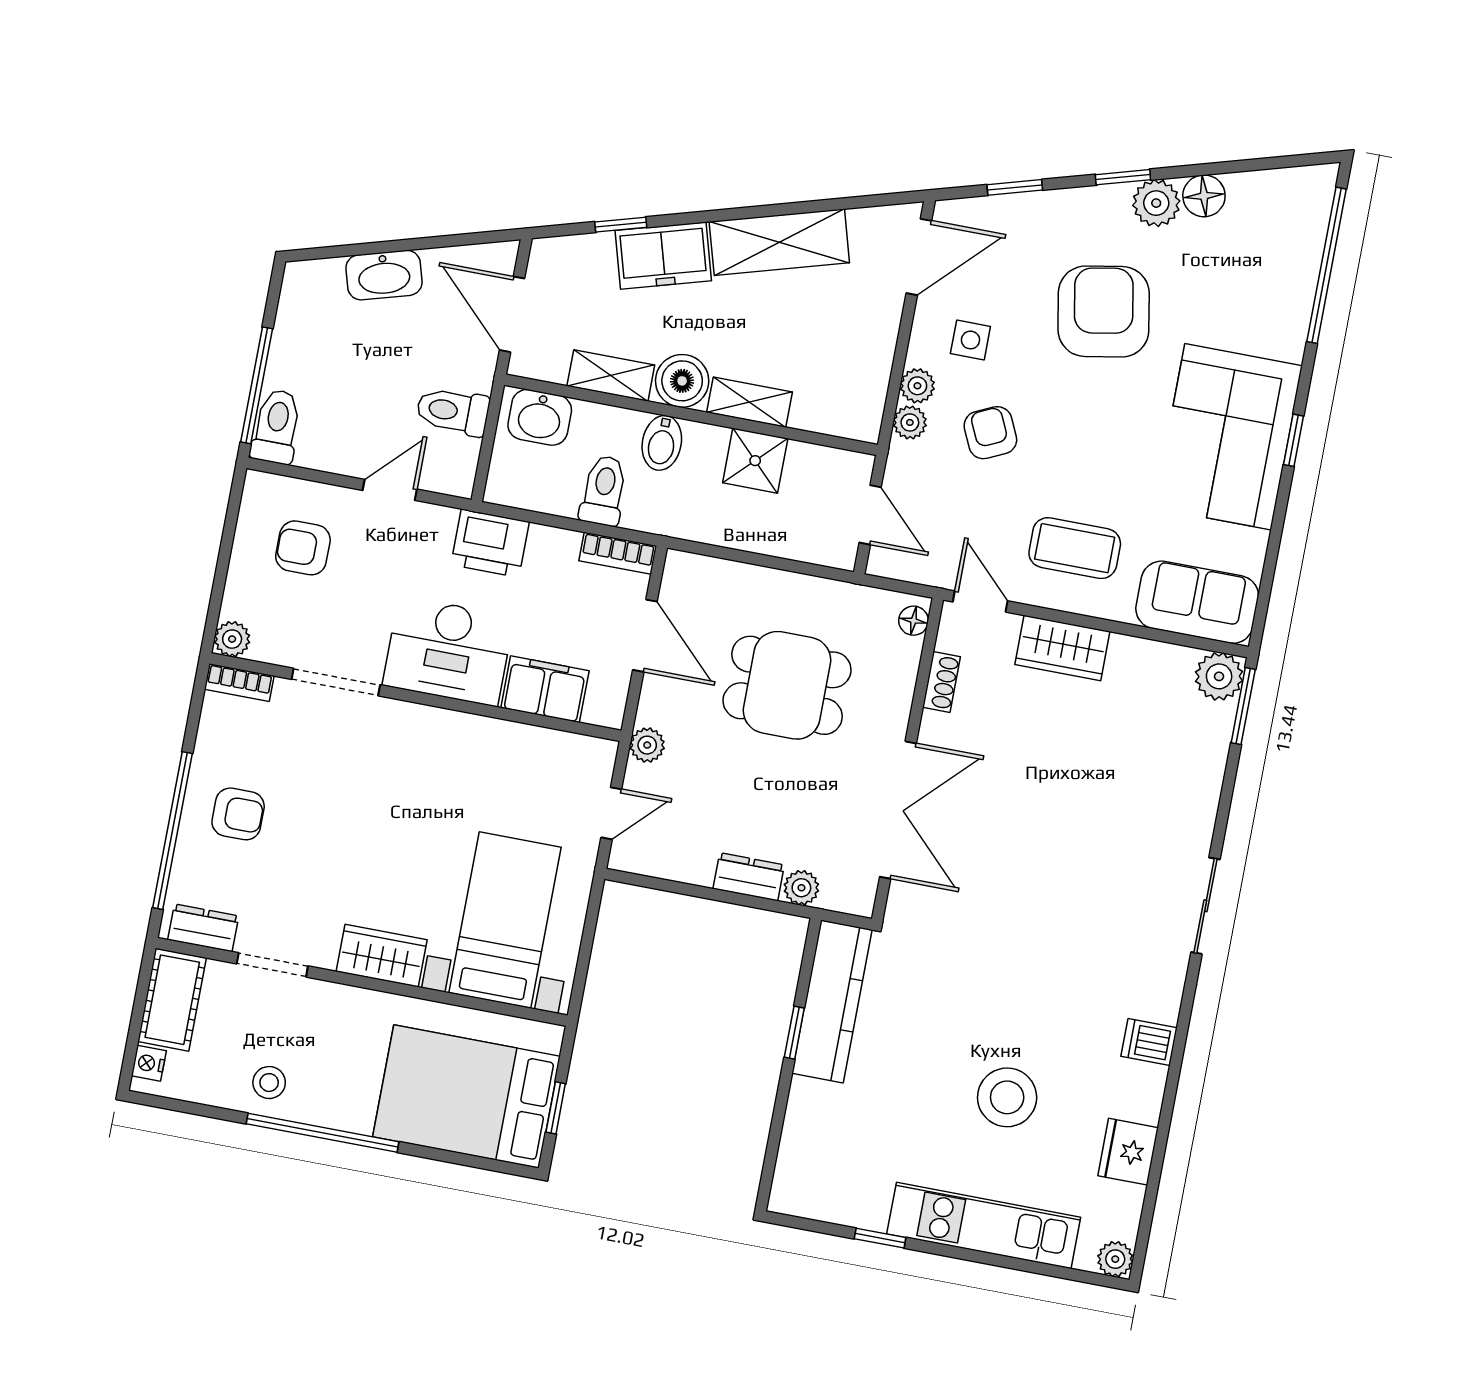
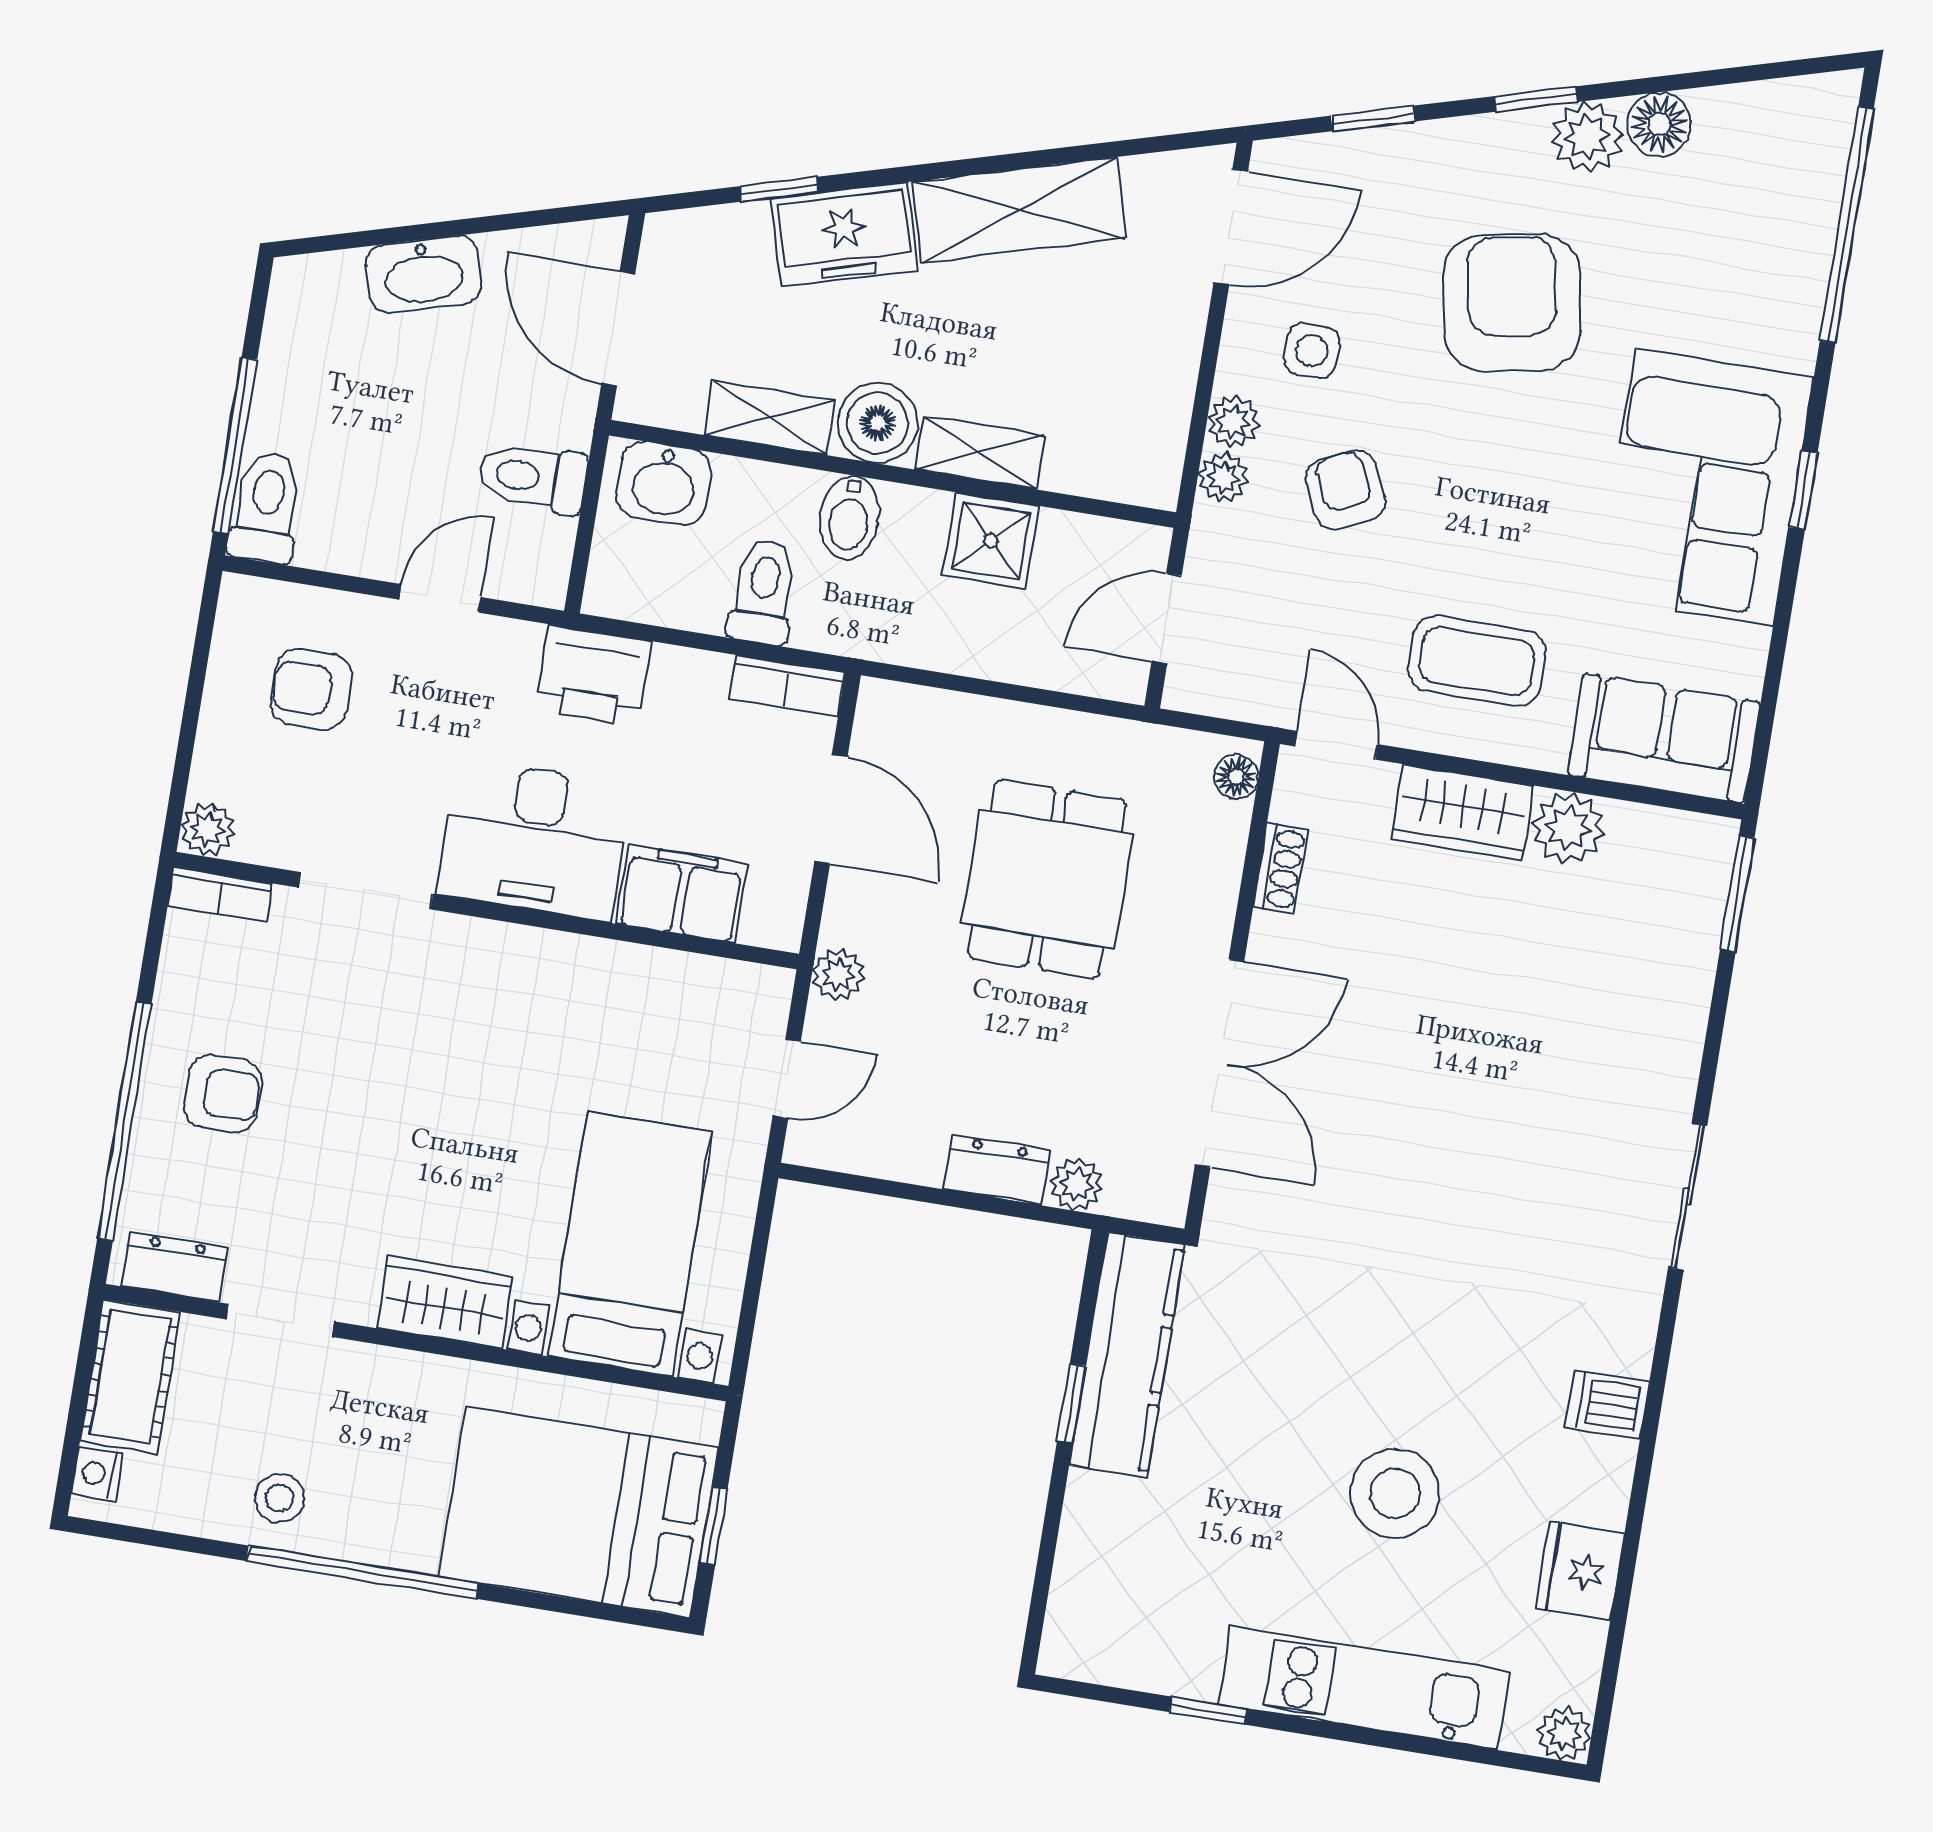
door: (870, 515) -> (1167, 618), swing flipped
plant: (1219, 676) -> (1568, 828), moved
dining table: (787, 685) -> (1047, 879), turned 90

